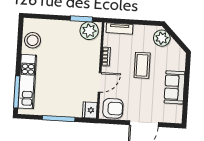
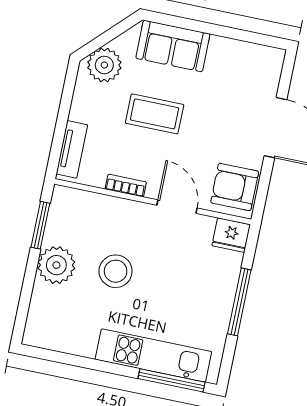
plant: (89, 31) -> (56, 265), moved
stool: (33, 40) -> (116, 271), moved
sofa: (175, 87) -> (173, 46), moved
armchair: (113, 108) -> (235, 187), turned -90

